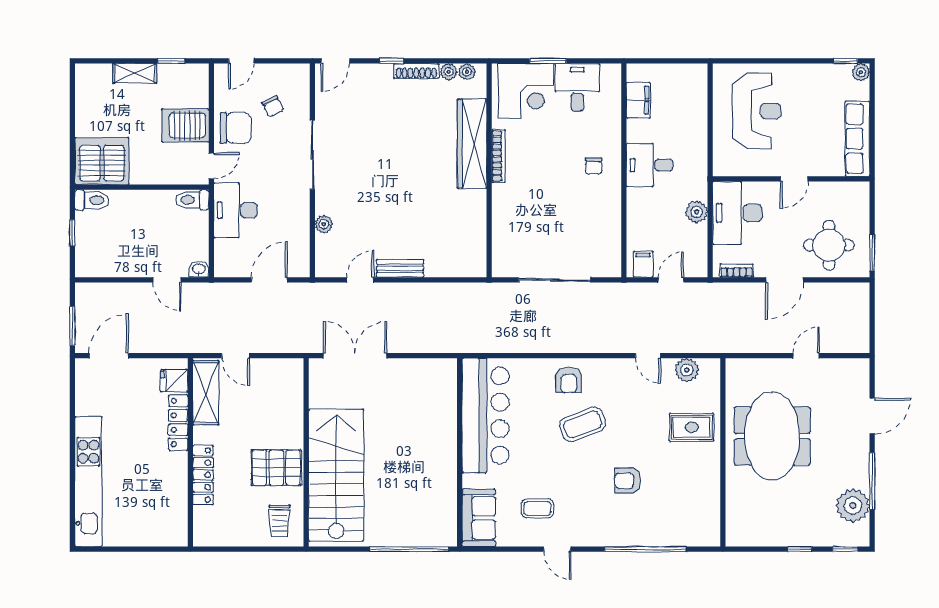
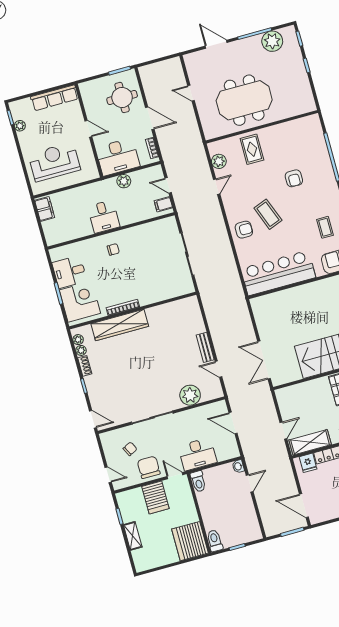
shoe rack: (416, 71) -> (85, 366), width x0.70
plant: (861, 72) -> (20, 126), moved
filing cabinet: (638, 100) -> (45, 209), moved, turned 90
plant: (324, 224) -> (190, 395), width x1.87, depth x1.87

